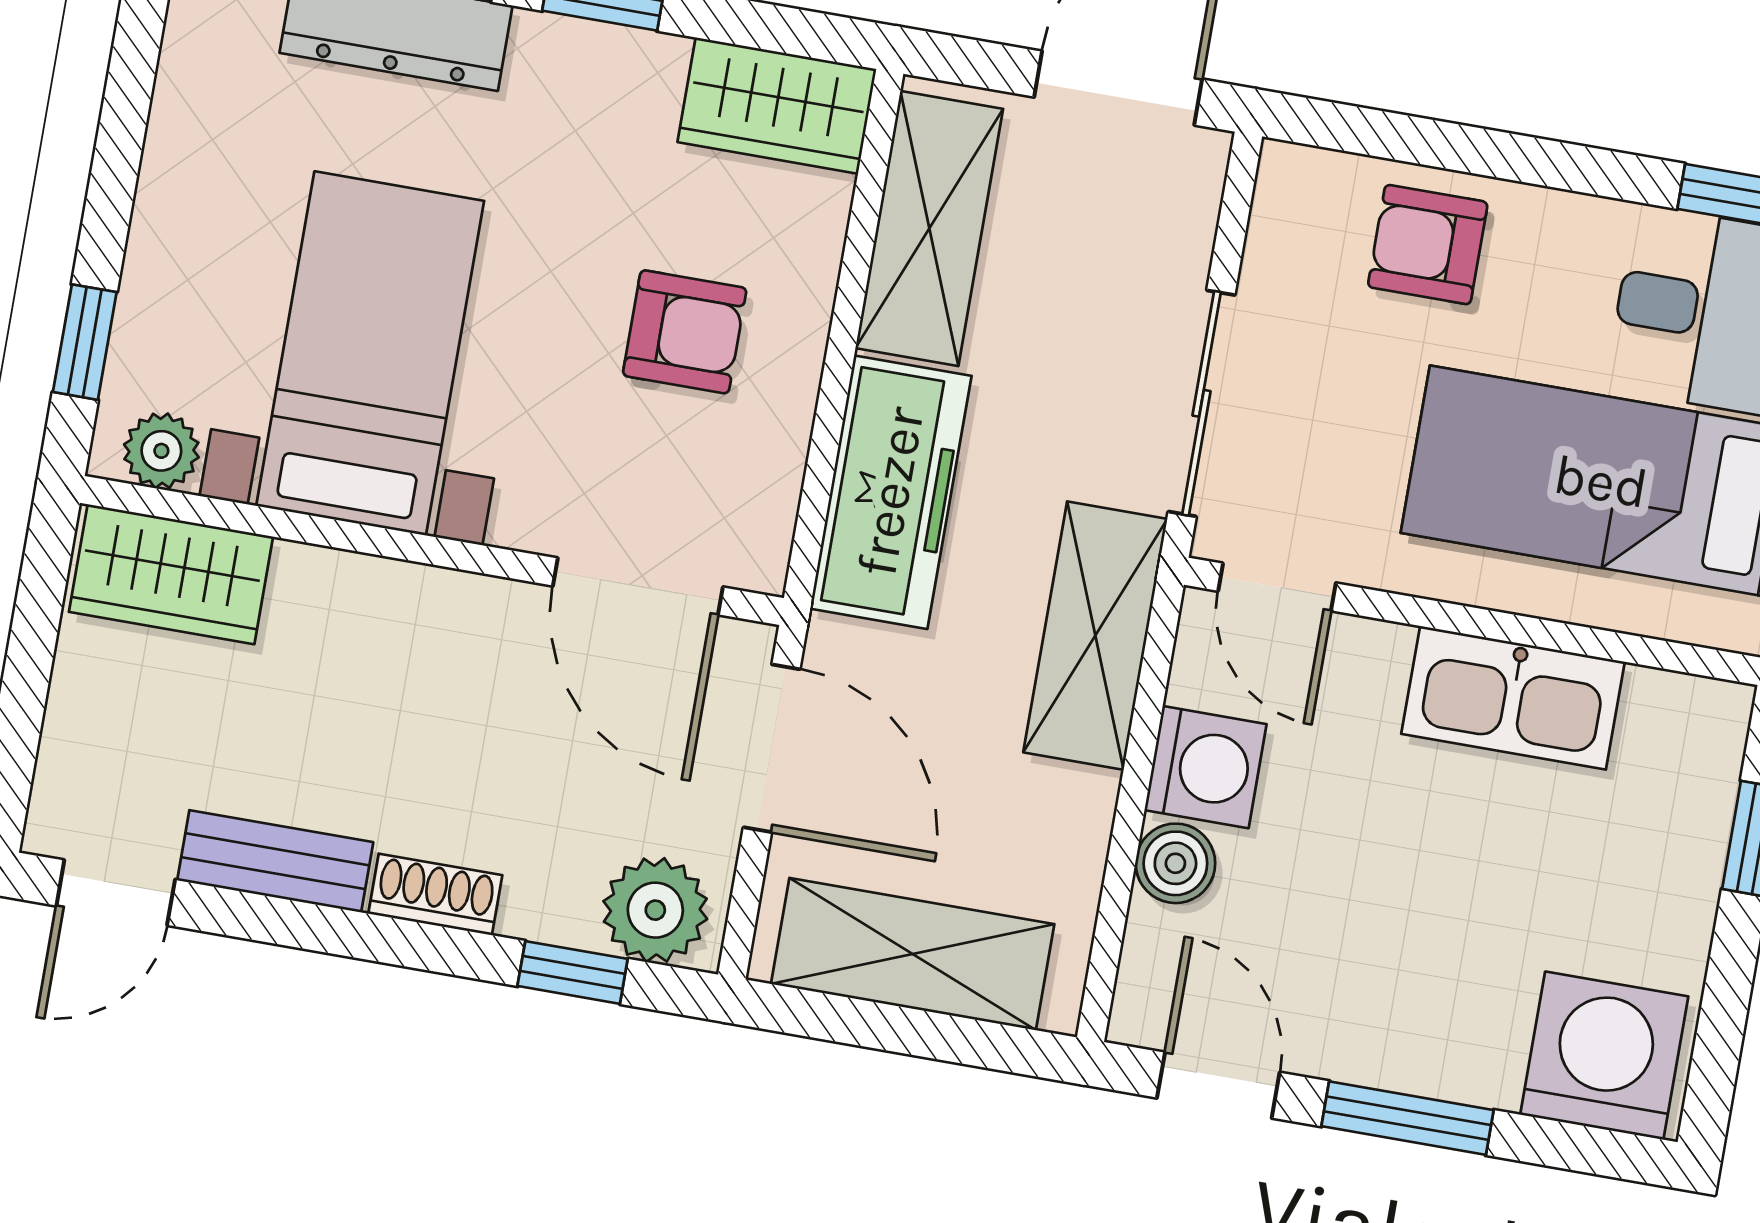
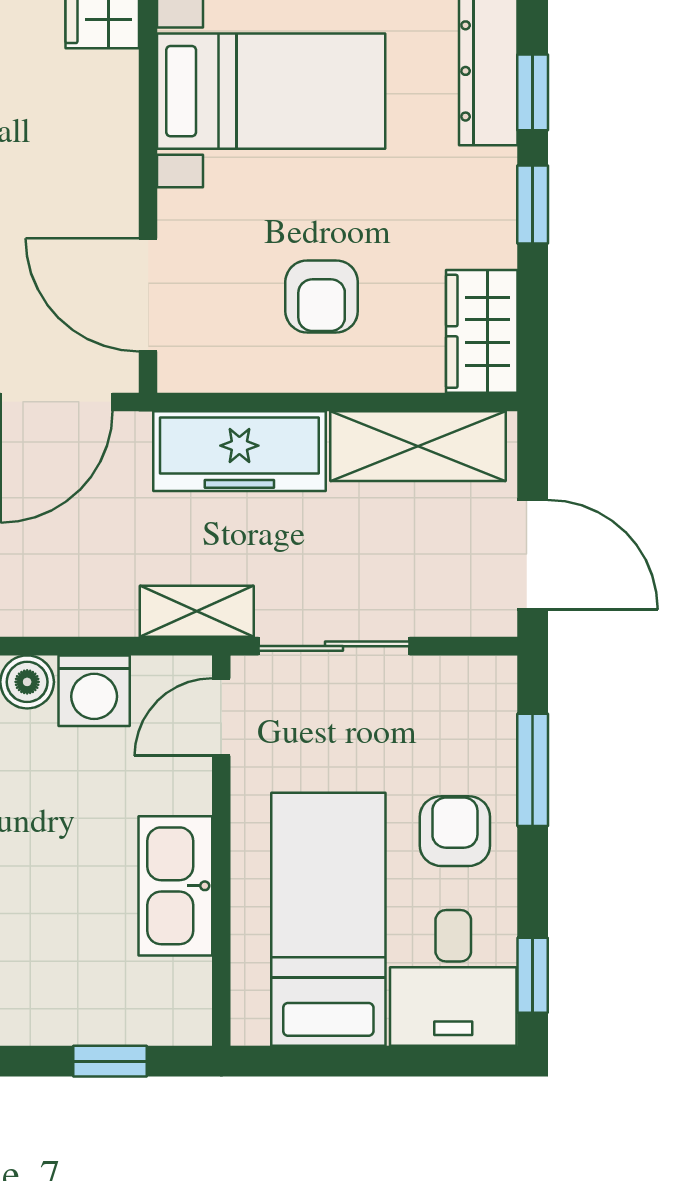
window: (1434, 143) -> (533, 770), added
armchair: (1428, 245) -> (455, 831), moved
door: (638, 586) -> (148, 295), hinge flipped
shelving: (1095, 636) -> (197, 611), width x0.67, depth x0.75

